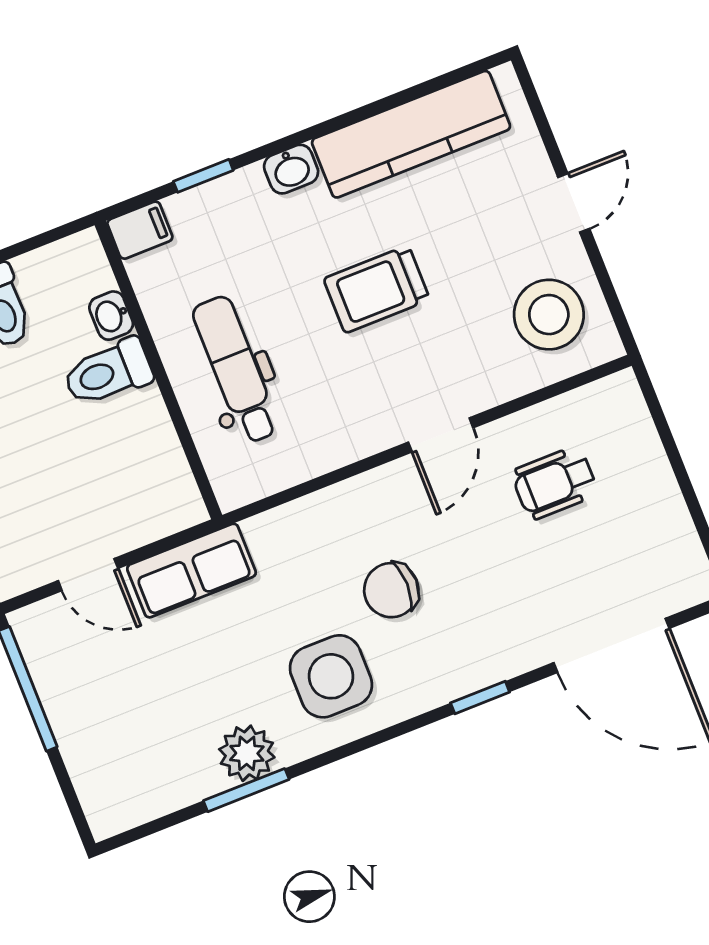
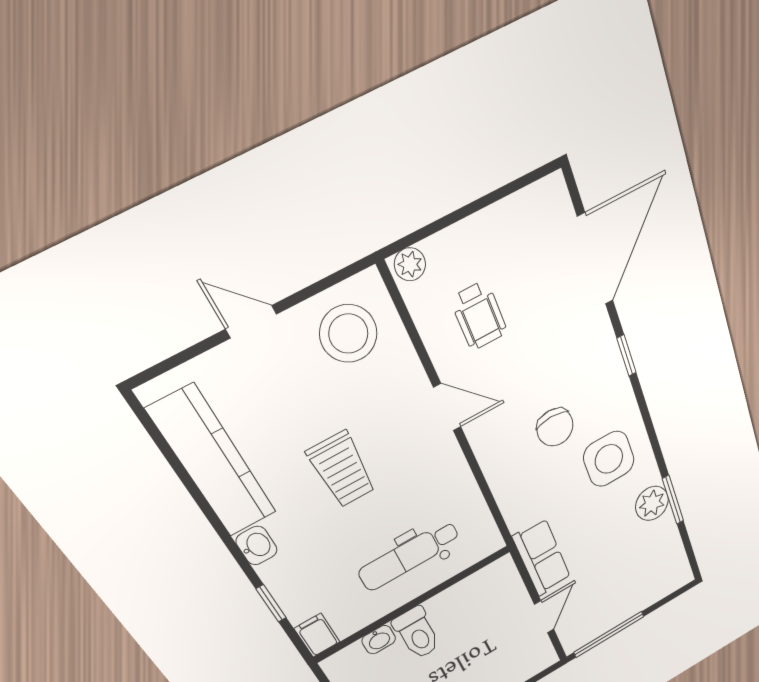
plant: (623, 397) -> (410, 264), added

